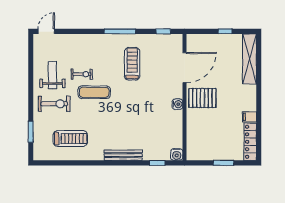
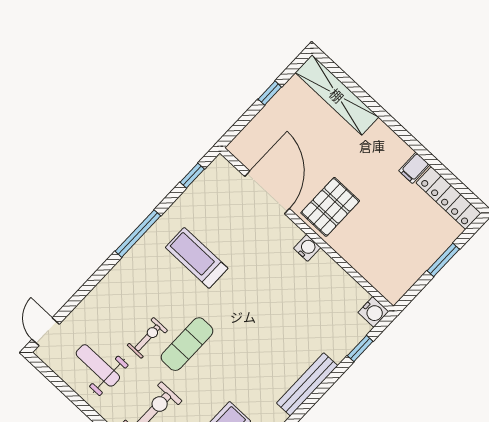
weight bench: (52, 75) -> (98, 365), moved

